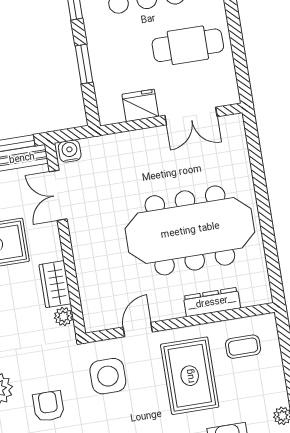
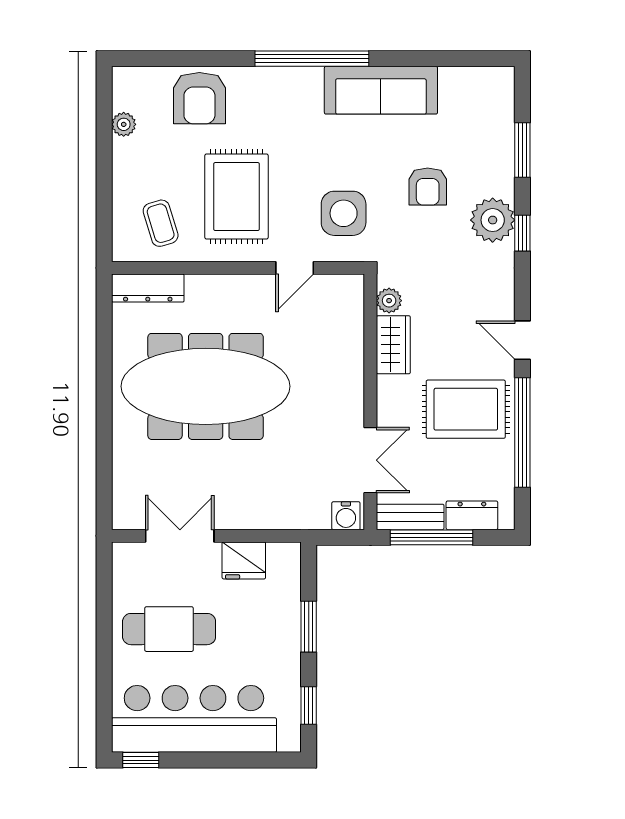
dresser: (212, 302) -> (148, 288), moved
coffee table: (243, 347) -> (161, 223), turned 73

